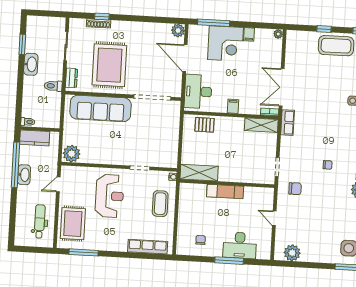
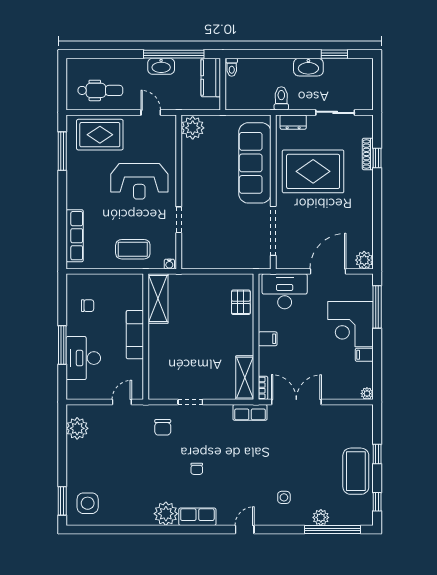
shelving: (199, 173) -> (158, 299), moved
wall: (227, 183) -> (146, 337), moved
exam couch: (225, 191) -> (135, 335), moved

